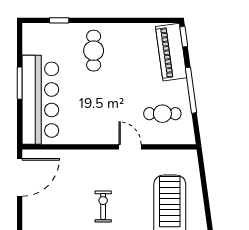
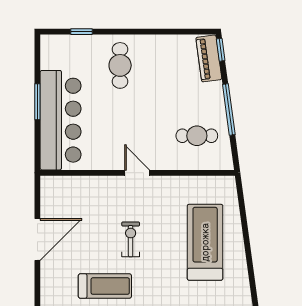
piano: (171, 52) -> (209, 58), width x0.73, depth x0.75
door: (130, 147) -> (137, 173), moved
door: (20, 177) -> (37, 239), moved

